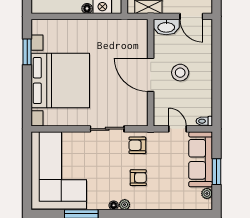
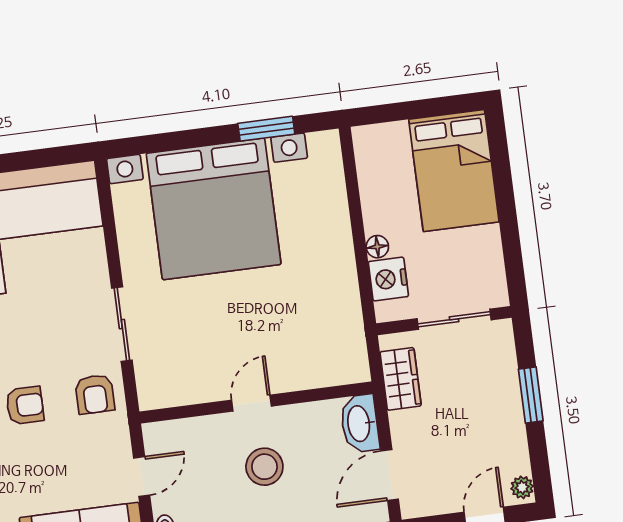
door: (151, 75) -> (251, 403), width x0.53
armchair: (137, 145) -> (95, 394), turned 180
armchair: (138, 178) -> (25, 405), turned -90

